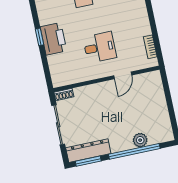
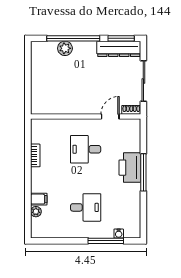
window: (39, 37) -> (143, 172), width x2.17
bookcase: (150, 47) -> (35, 155), moved
door: (123, 75) -> (110, 116), moved

